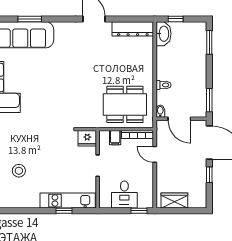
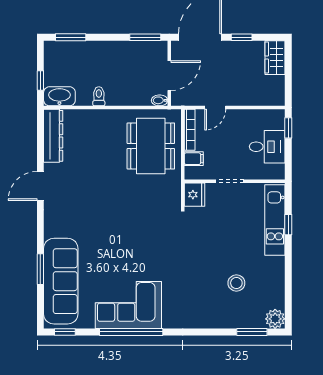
toilet: (163, 85) -> (99, 96), moved
wardrobe: (174, 201) -> (275, 58), moved

